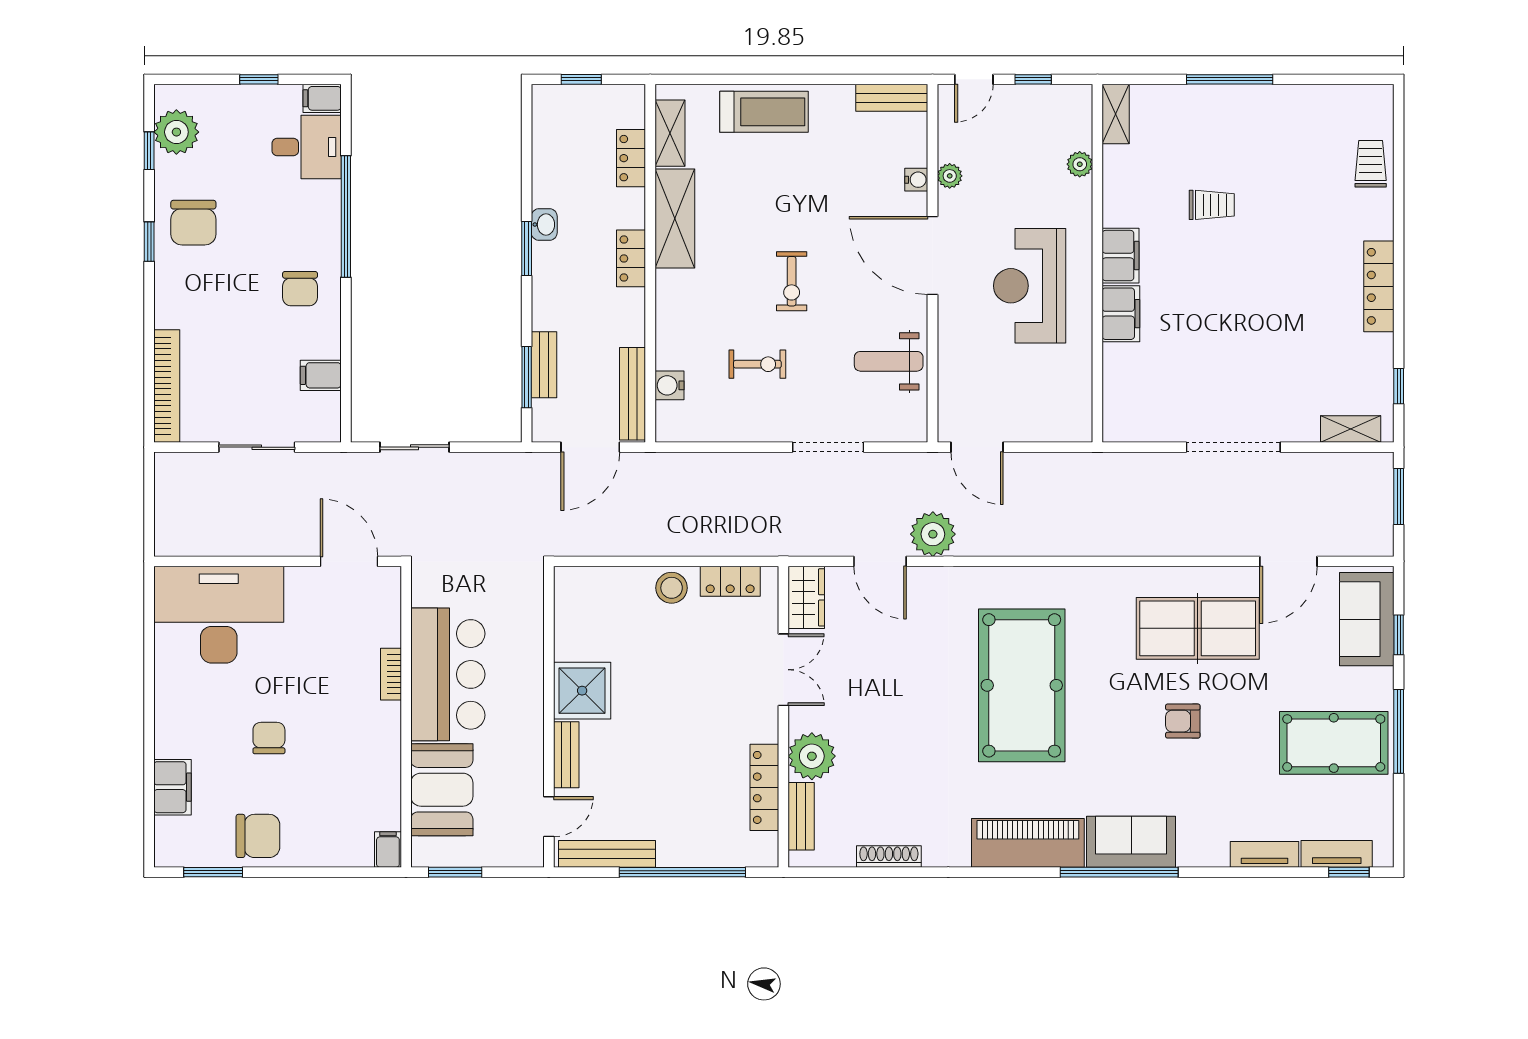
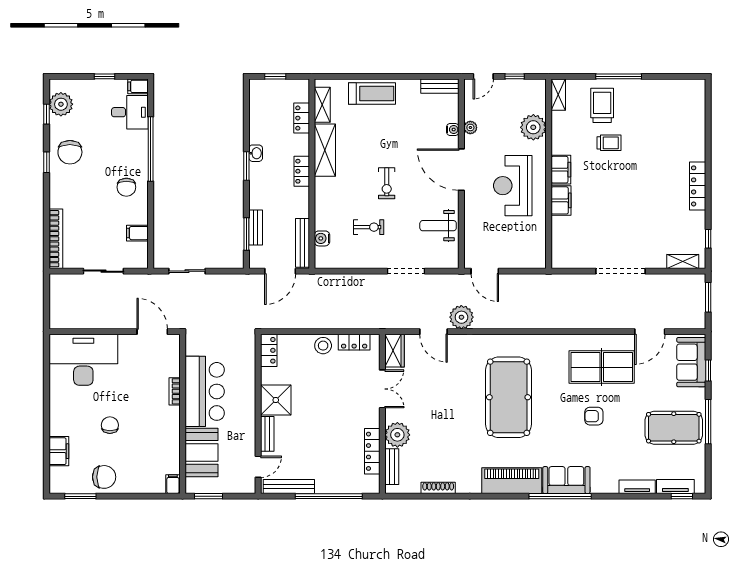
plant: (1080, 164) -> (533, 127), width x1.87, depth x1.87
trolley: (1371, 164) -> (602, 105), moved, width x1.36, depth x1.39
locker: (569, 597) -> (269, 350), added

